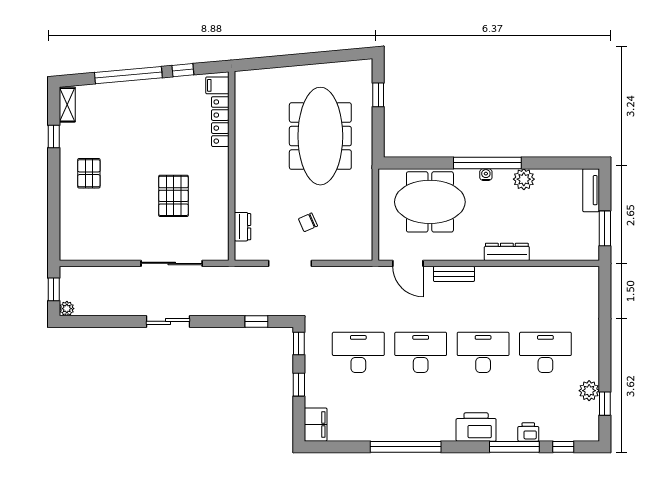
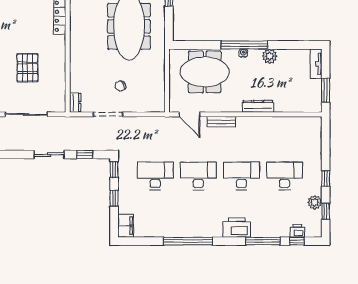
dresser: (242, 227) -> (75, 103), moved
sliding door: (168, 321) -> (49, 155), moved
window: (605, 356) -> (326, 179), added
printer: (528, 432) -> (297, 231), moved

